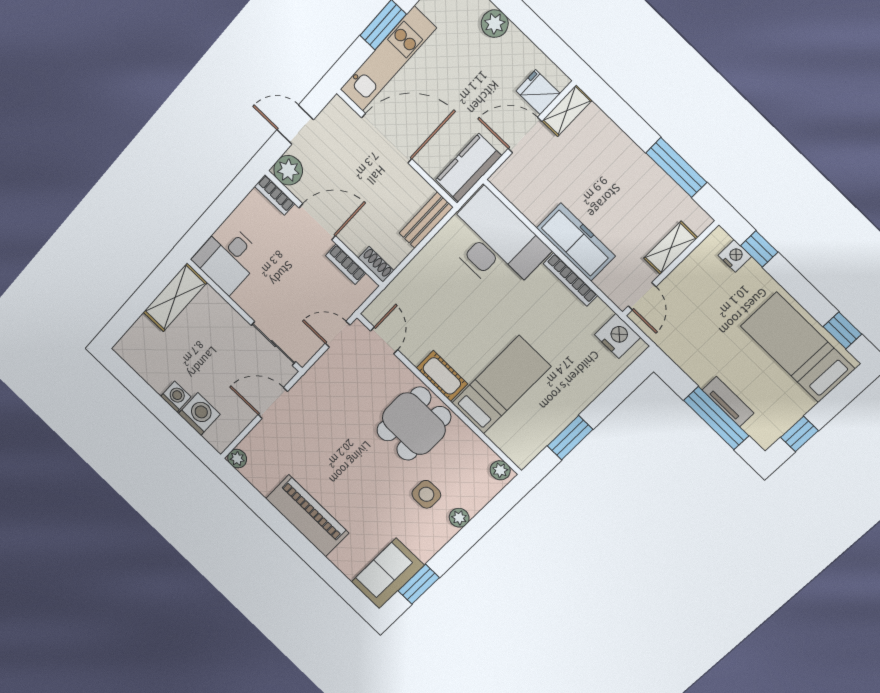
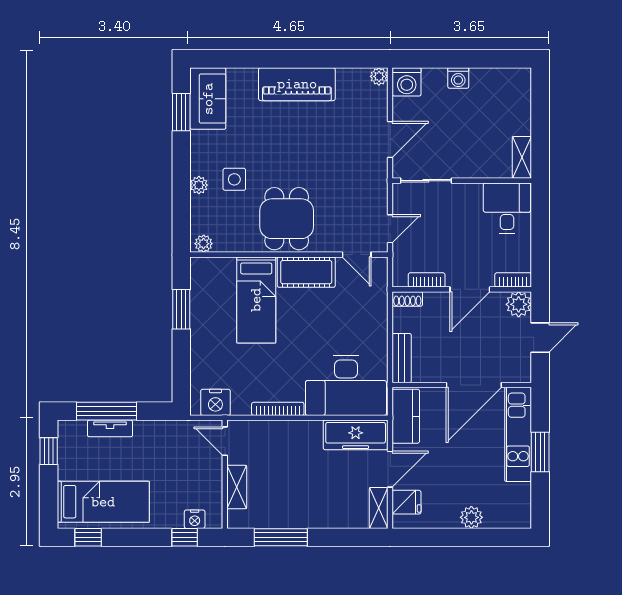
freezer: (576, 242) -> (356, 435), moved
shelving: (175, 297) -> (522, 157), width x0.67, depth x0.75
cot: (442, 376) -> (306, 272), width x1.37, depth x1.34
washing machine: (199, 414) -> (407, 82), moved

